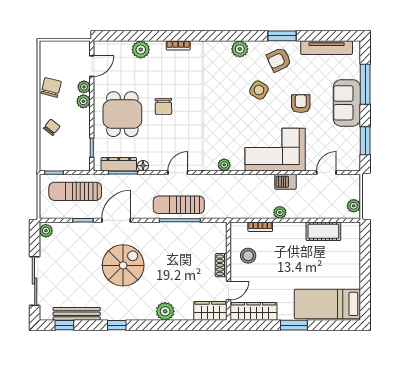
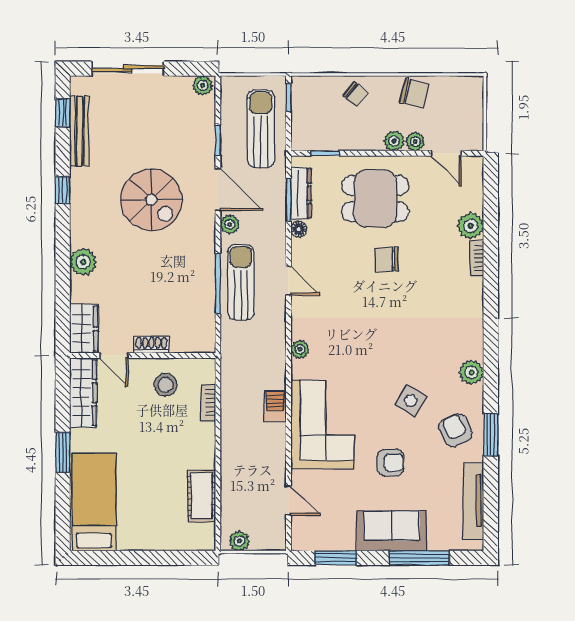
bookcase: (178, 45) -> (477, 258), moved
barbecue: (285, 182) -> (275, 406), moved
plant: (280, 212) -> (230, 224), moved

